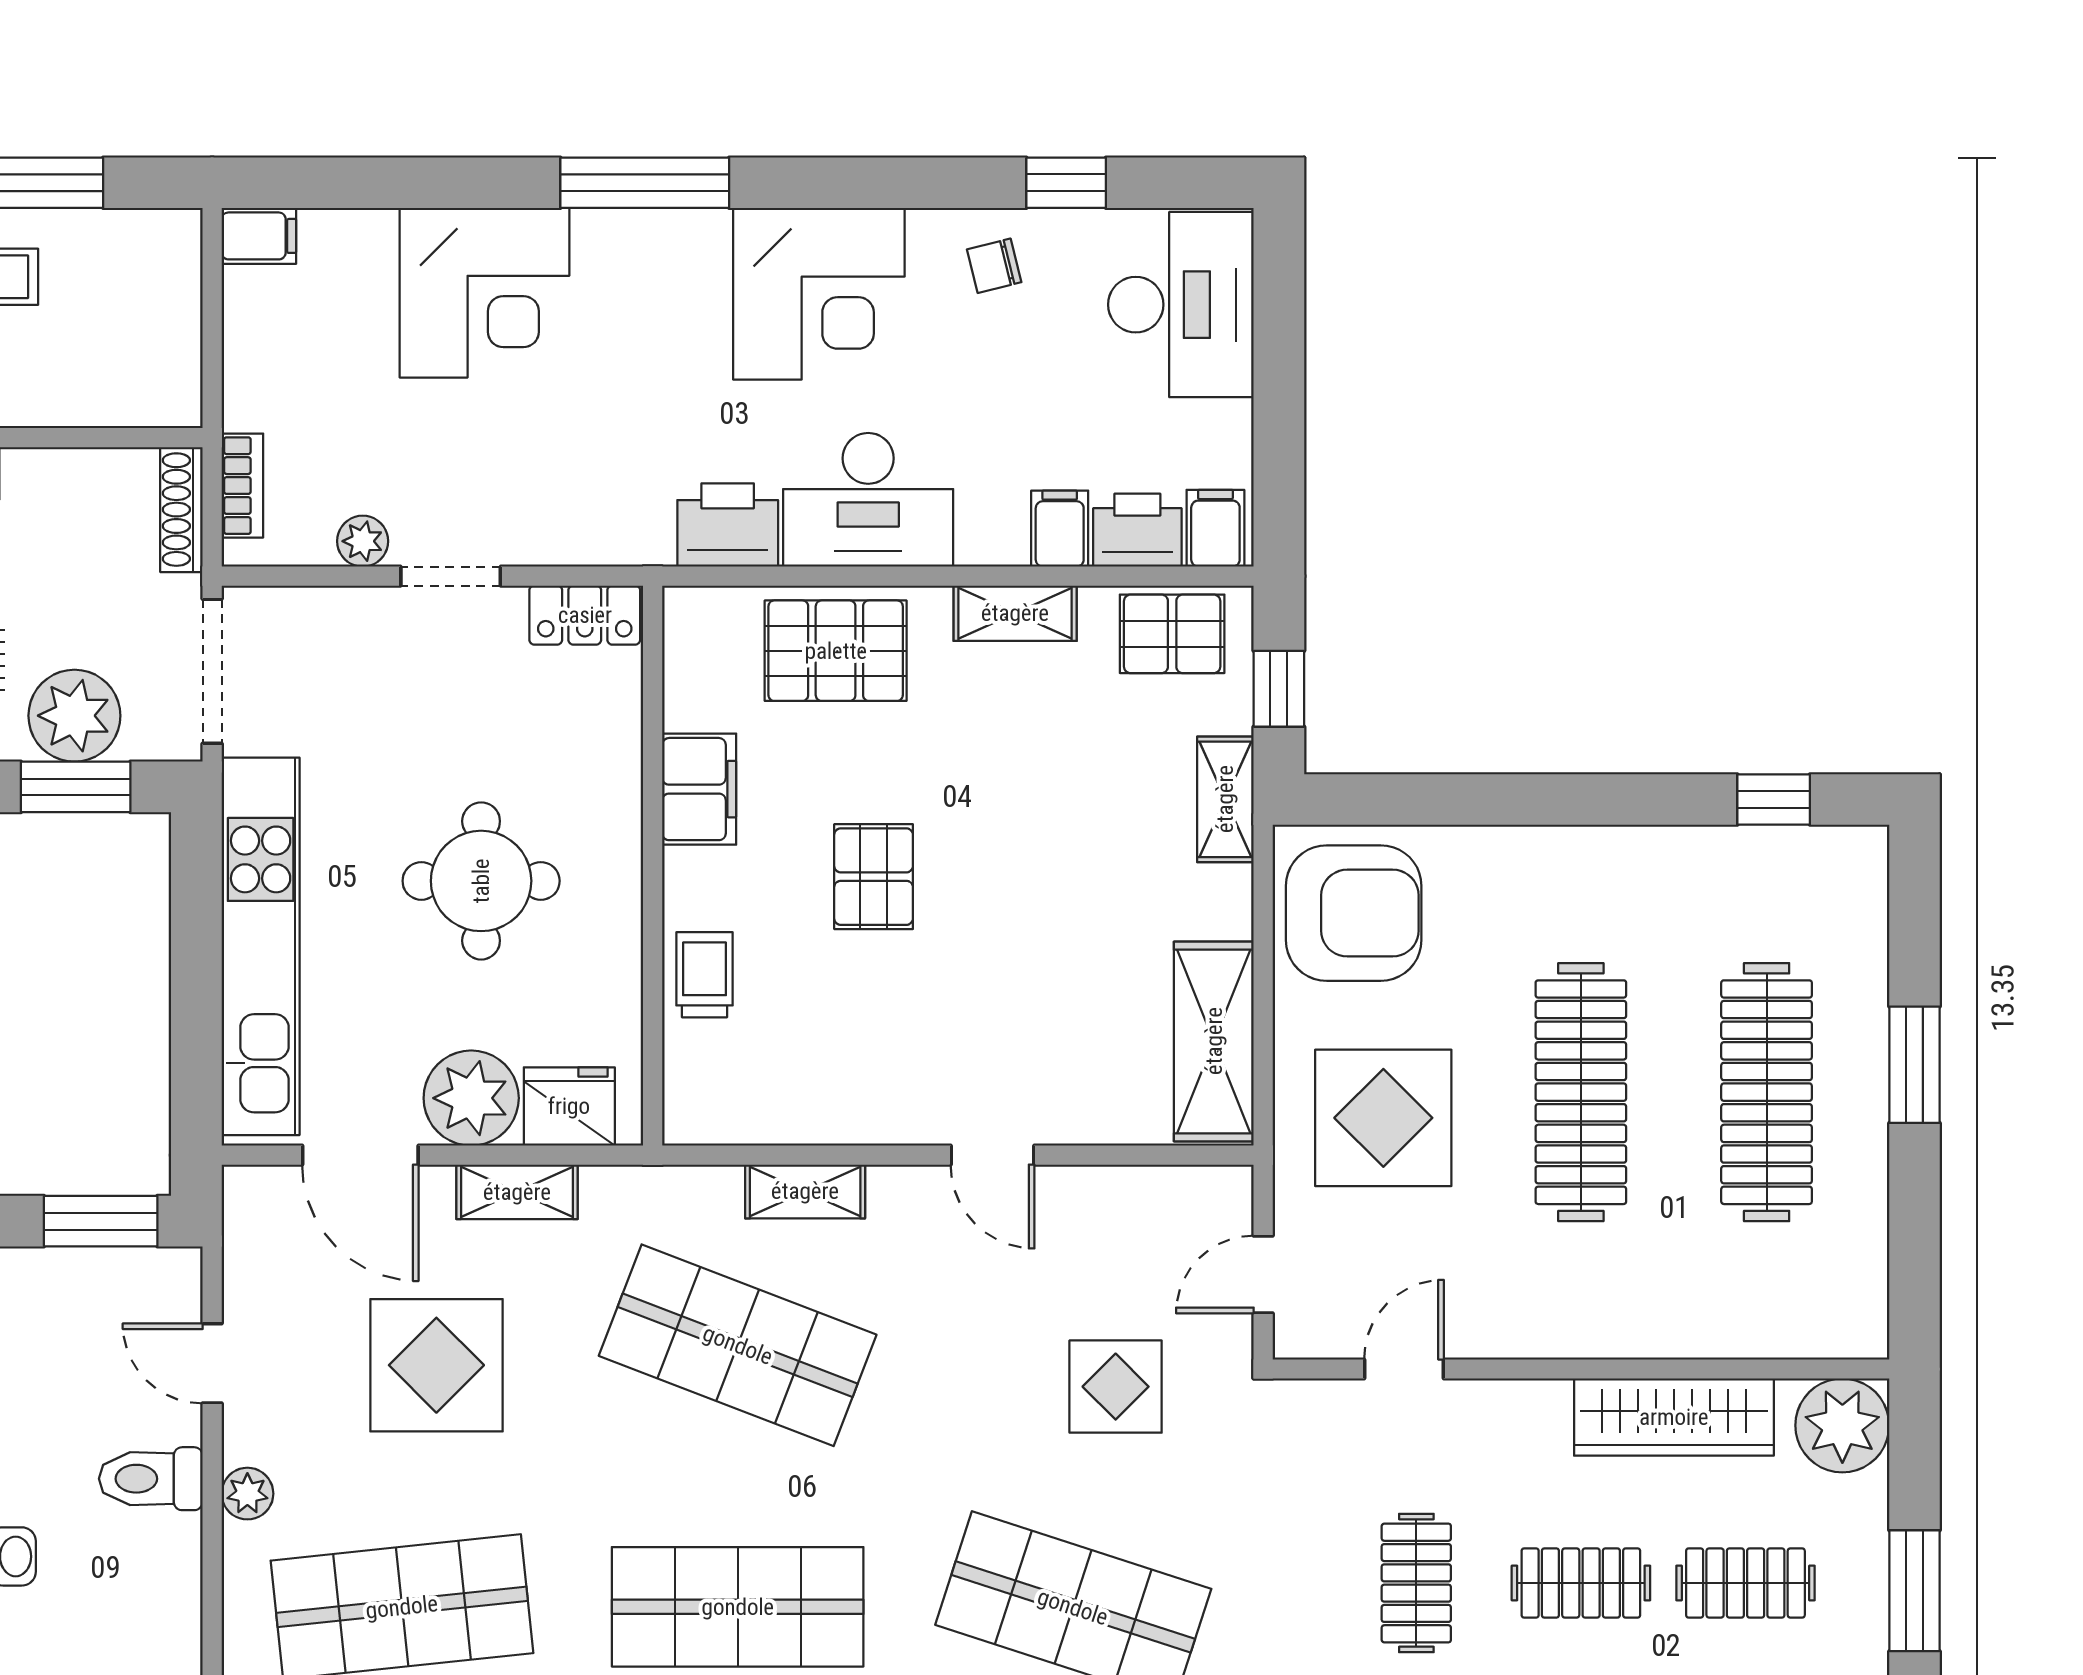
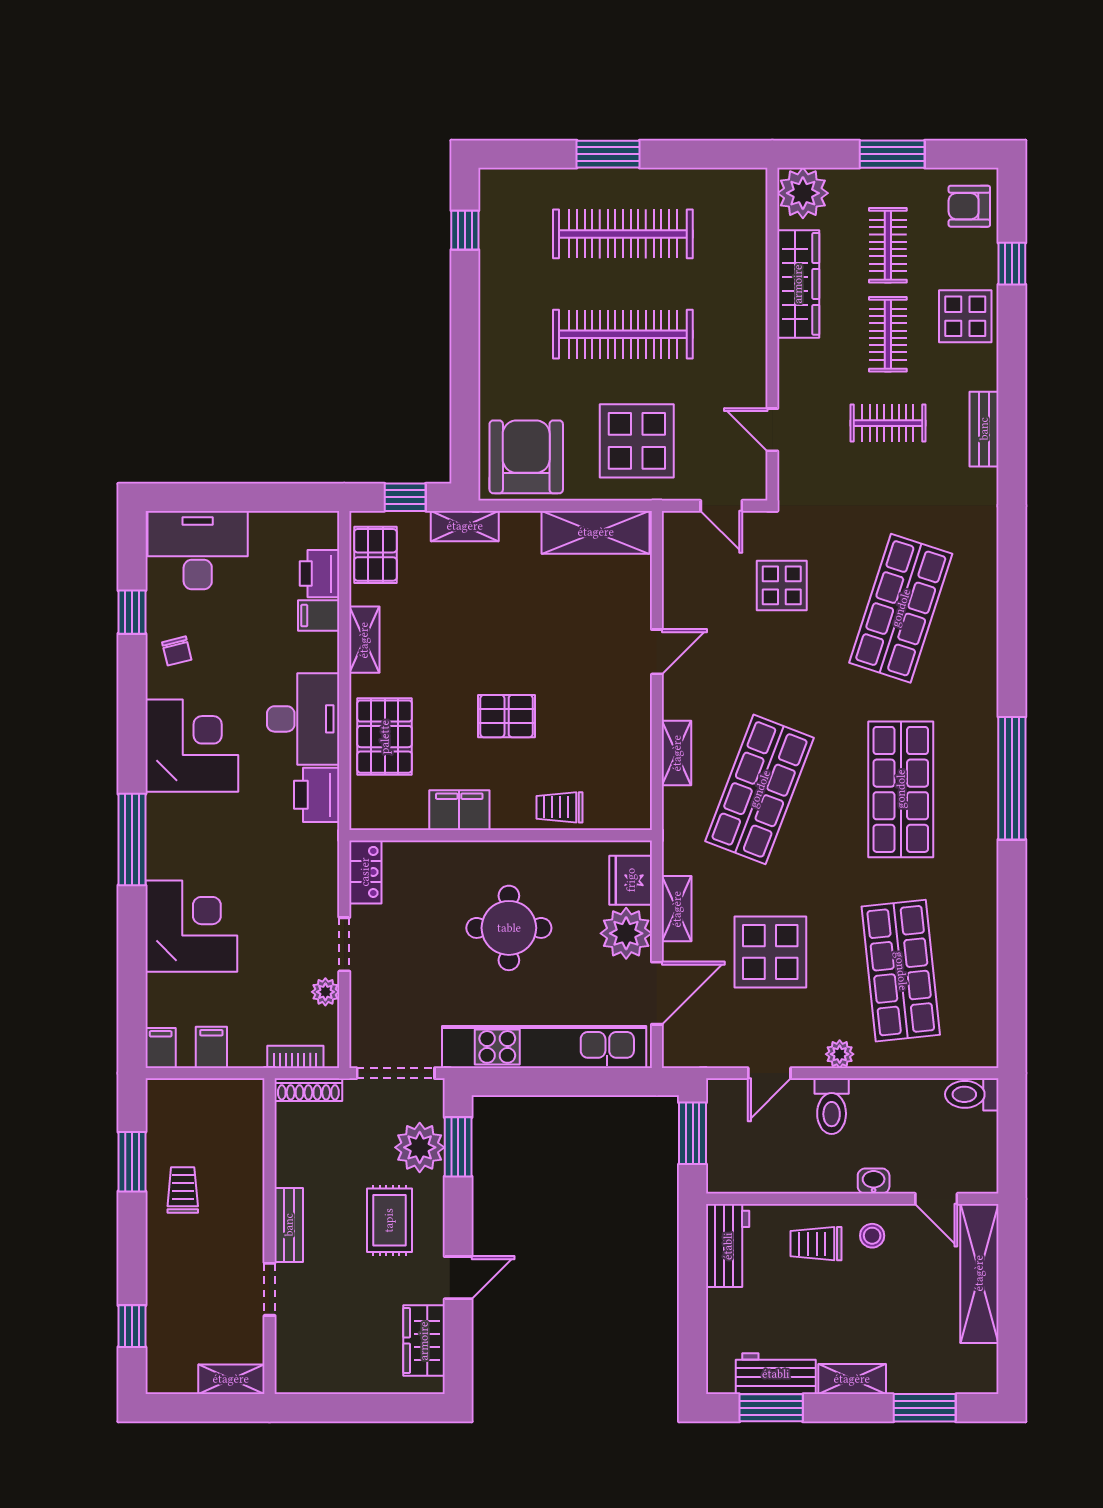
filing cabinet: (1215, 528) -> (211, 1047), moved, turned 90

